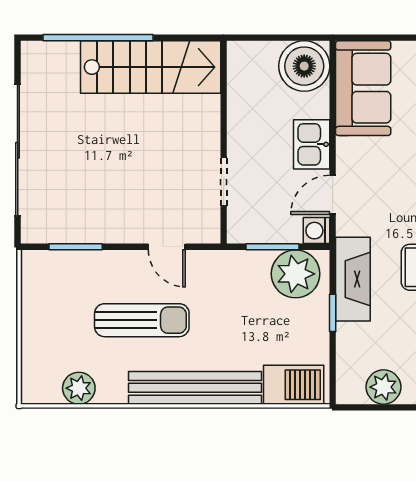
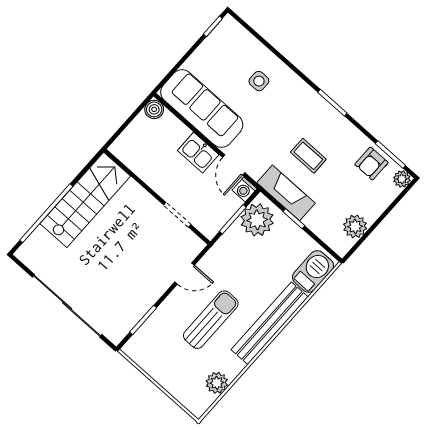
boiler: (304, 66) -> (154, 109), width x0.54, depth x0.54
sofa: (363, 88) -> (202, 109), width x1.36

